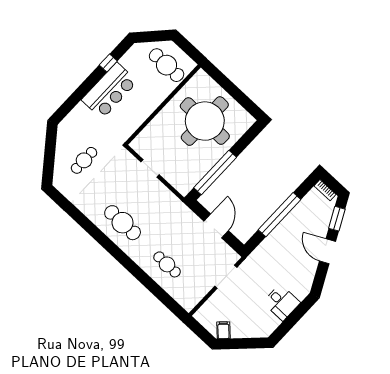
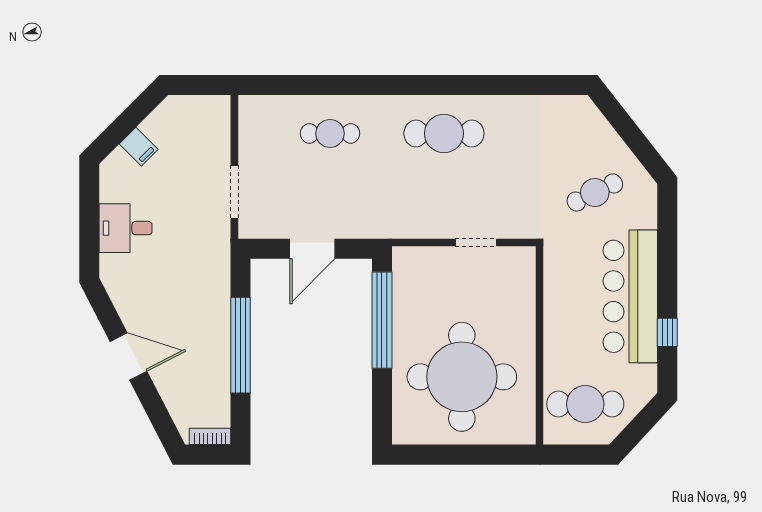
bar counter: (109, 91) -> (630, 296), width x1.36
cafe table: (84, 160) -> (595, 192), moved, turned 64
window: (337, 219) -> (157, 413), removed
door: (216, 226) -> (312, 249), hinge flipped
filing cabinet: (223, 330) -> (139, 147), moved

